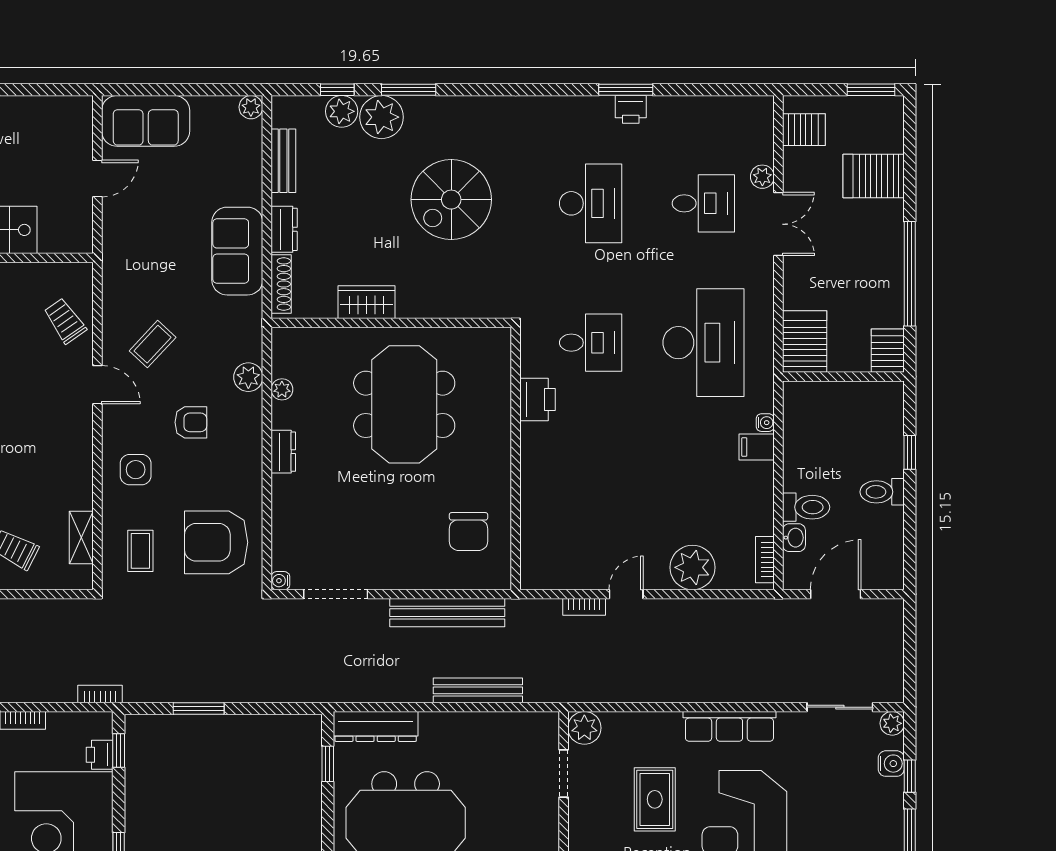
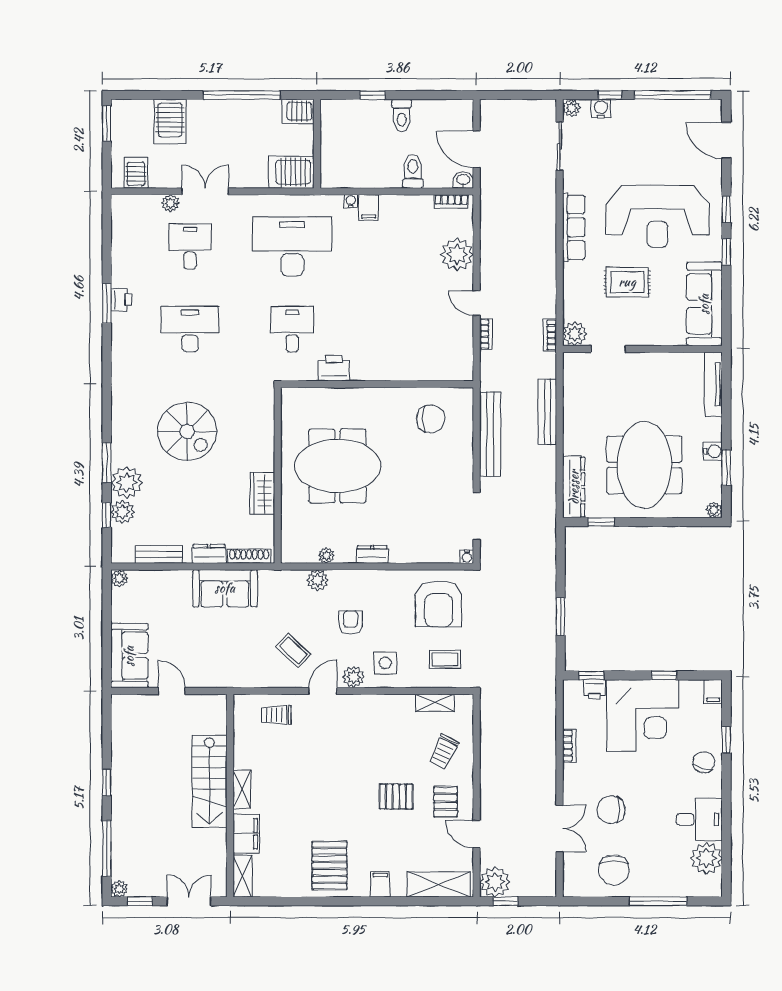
trolley: (65, 321) -> (276, 715), turned 35
plant: (117, 426) -> (354, 677), added
washbasin: (794, 538) -> (463, 180), moved
bookcase: (100, 694) -> (550, 335), moved

